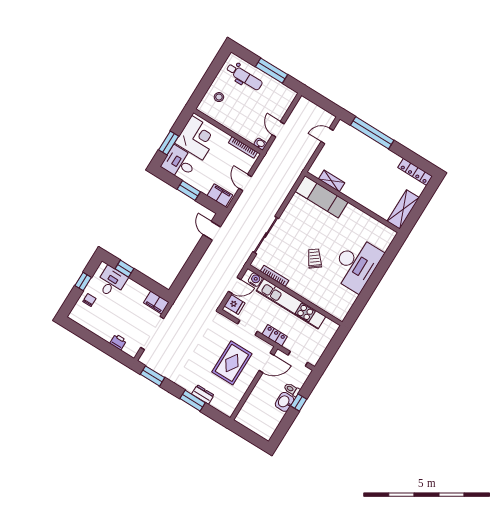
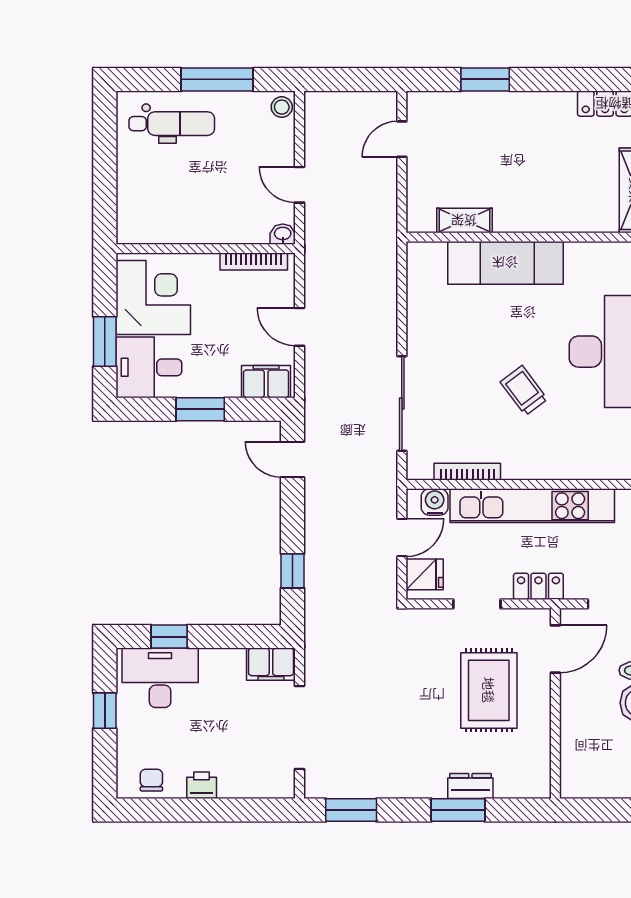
stool: (219, 97) -> (282, 107), moved
window: (372, 133) -> (485, 79), width x0.47
exam couch: (322, 197) -> (505, 263), moved
window: (186, 272) -> (292, 571), added
desk: (111, 282) -> (160, 678), width x1.37
chair: (89, 300) -> (151, 780), moved
printer: (118, 342) -> (202, 785), moved

